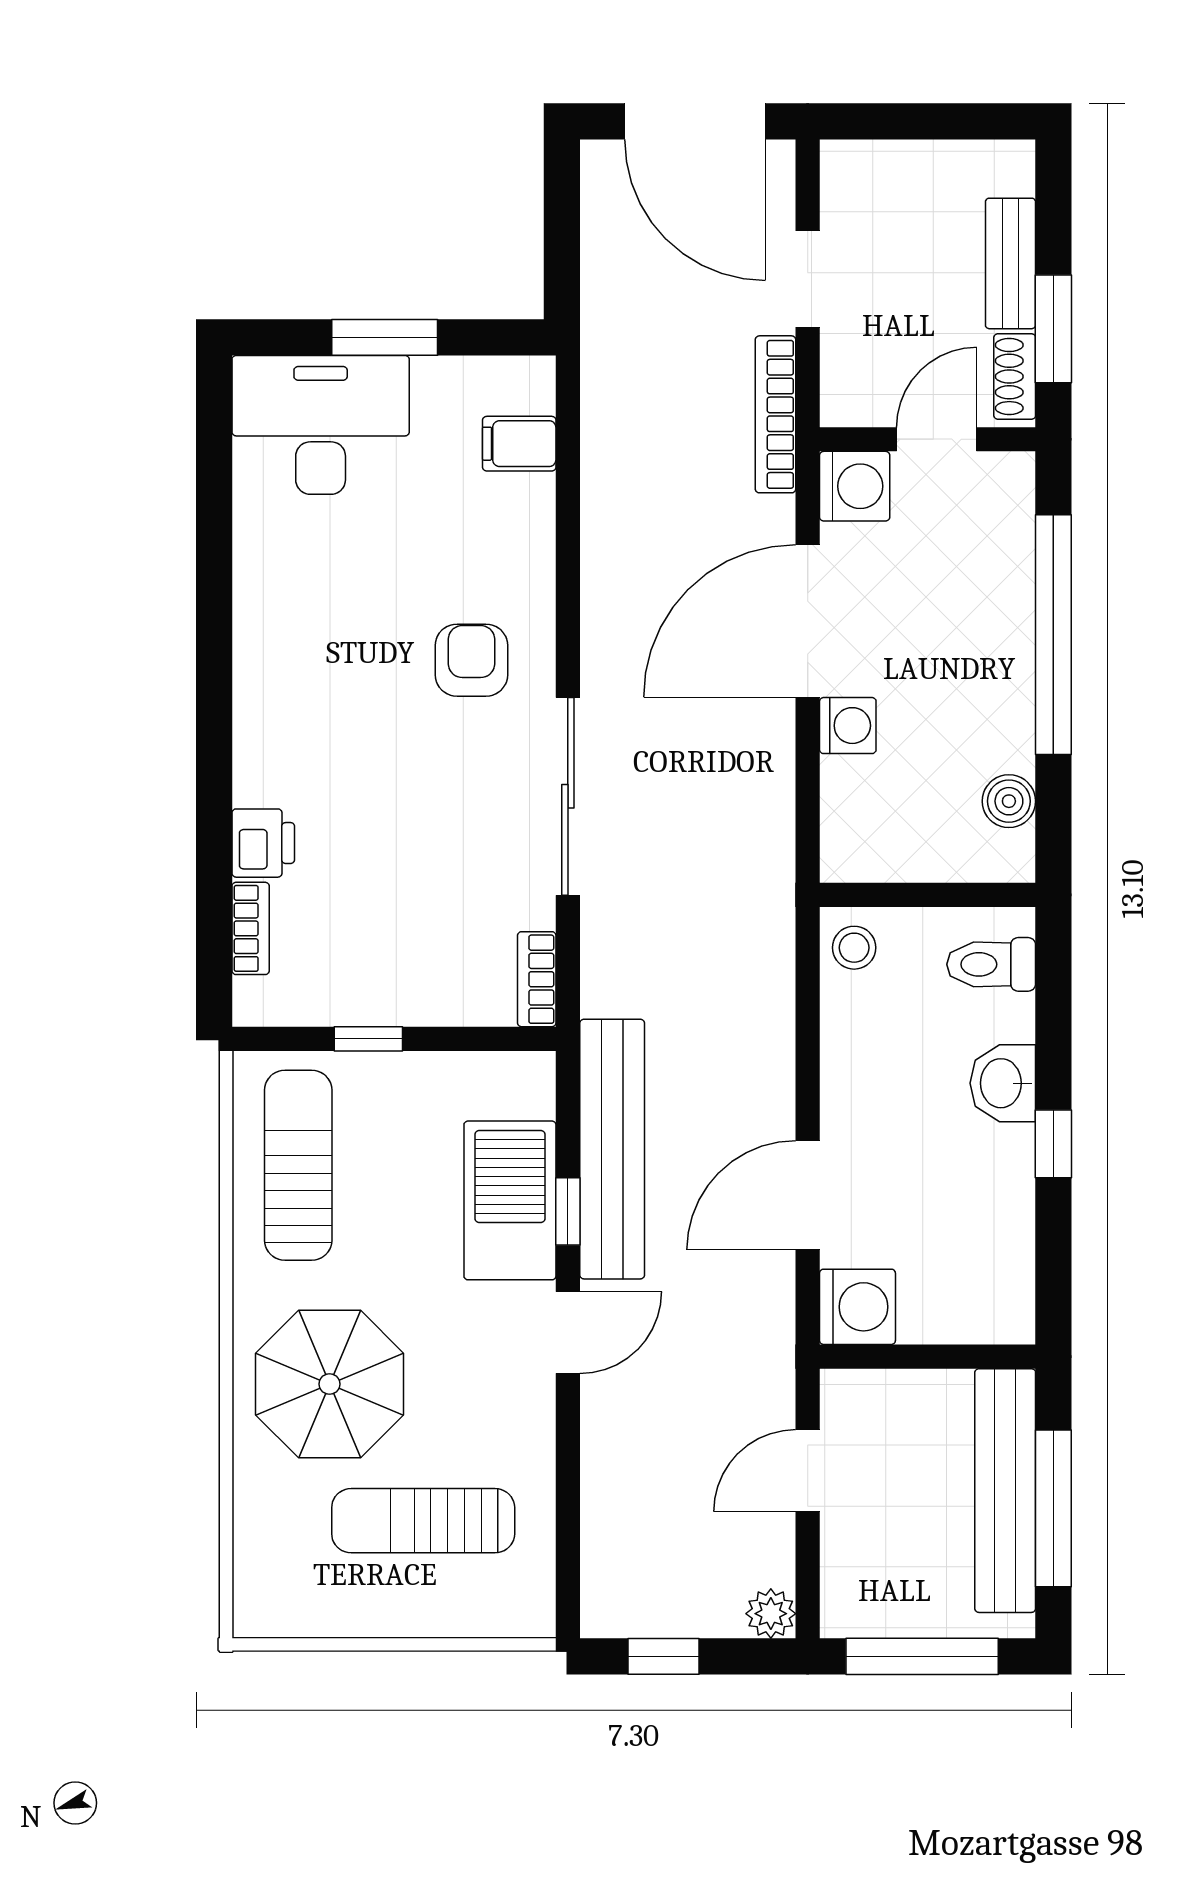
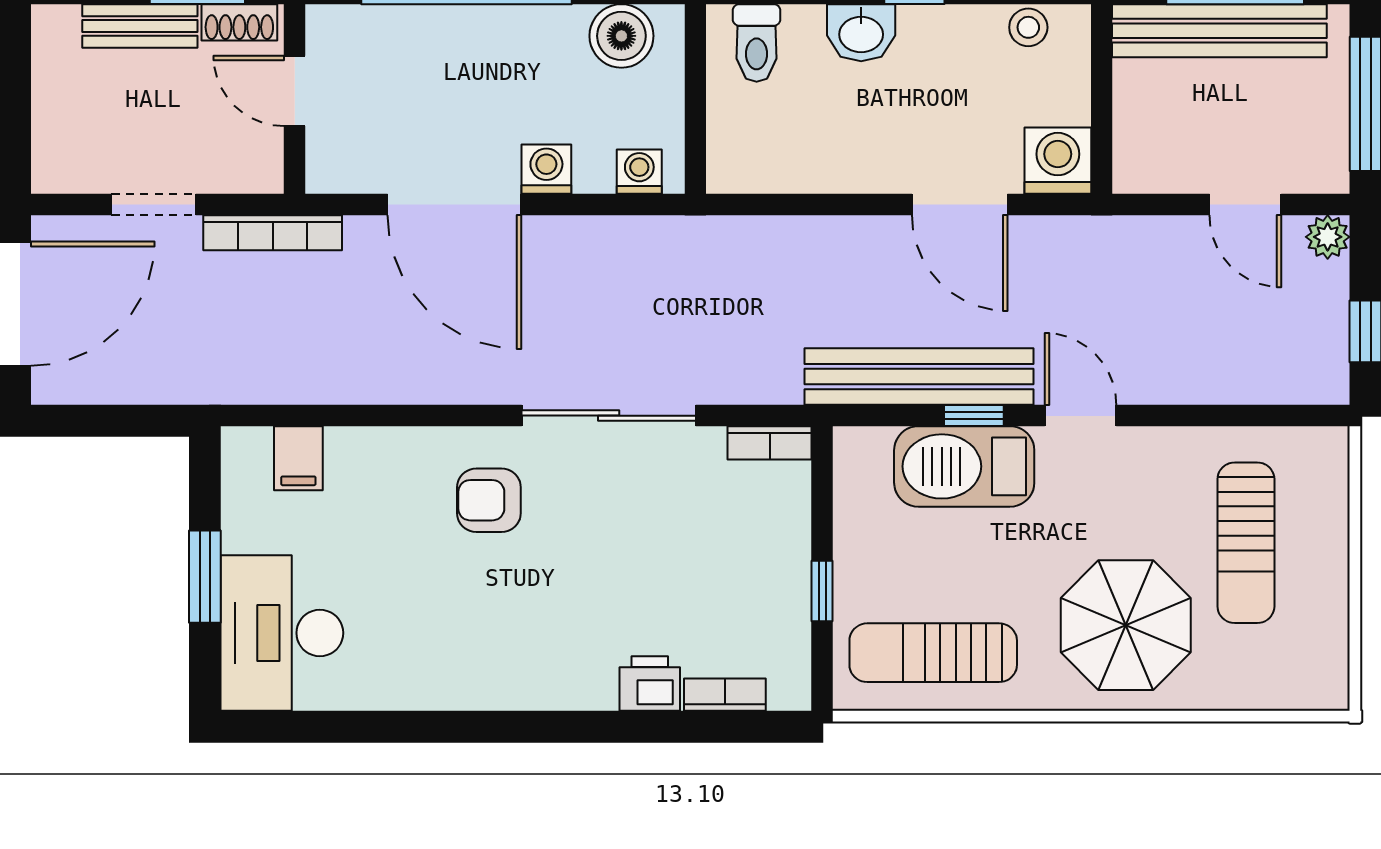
washing machine: (855, 486) -> (639, 172), moved, width x0.73, depth x0.73
boiler: (1009, 801) -> (621, 36), width x1.36, depth x1.36
stool: (854, 948) -> (1028, 27), moved
door: (808, 1471) -> (1245, 204), moved

